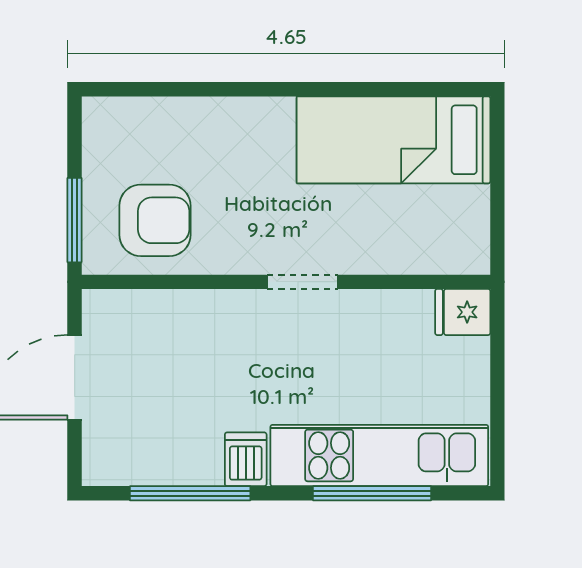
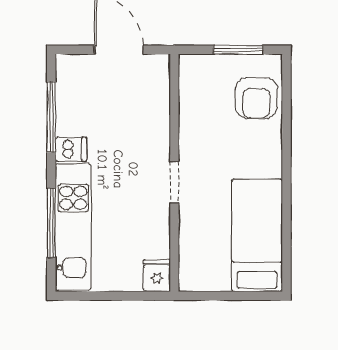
window: (75, 220) -> (238, 50), moved
armchair: (155, 220) -> (256, 98), moved

